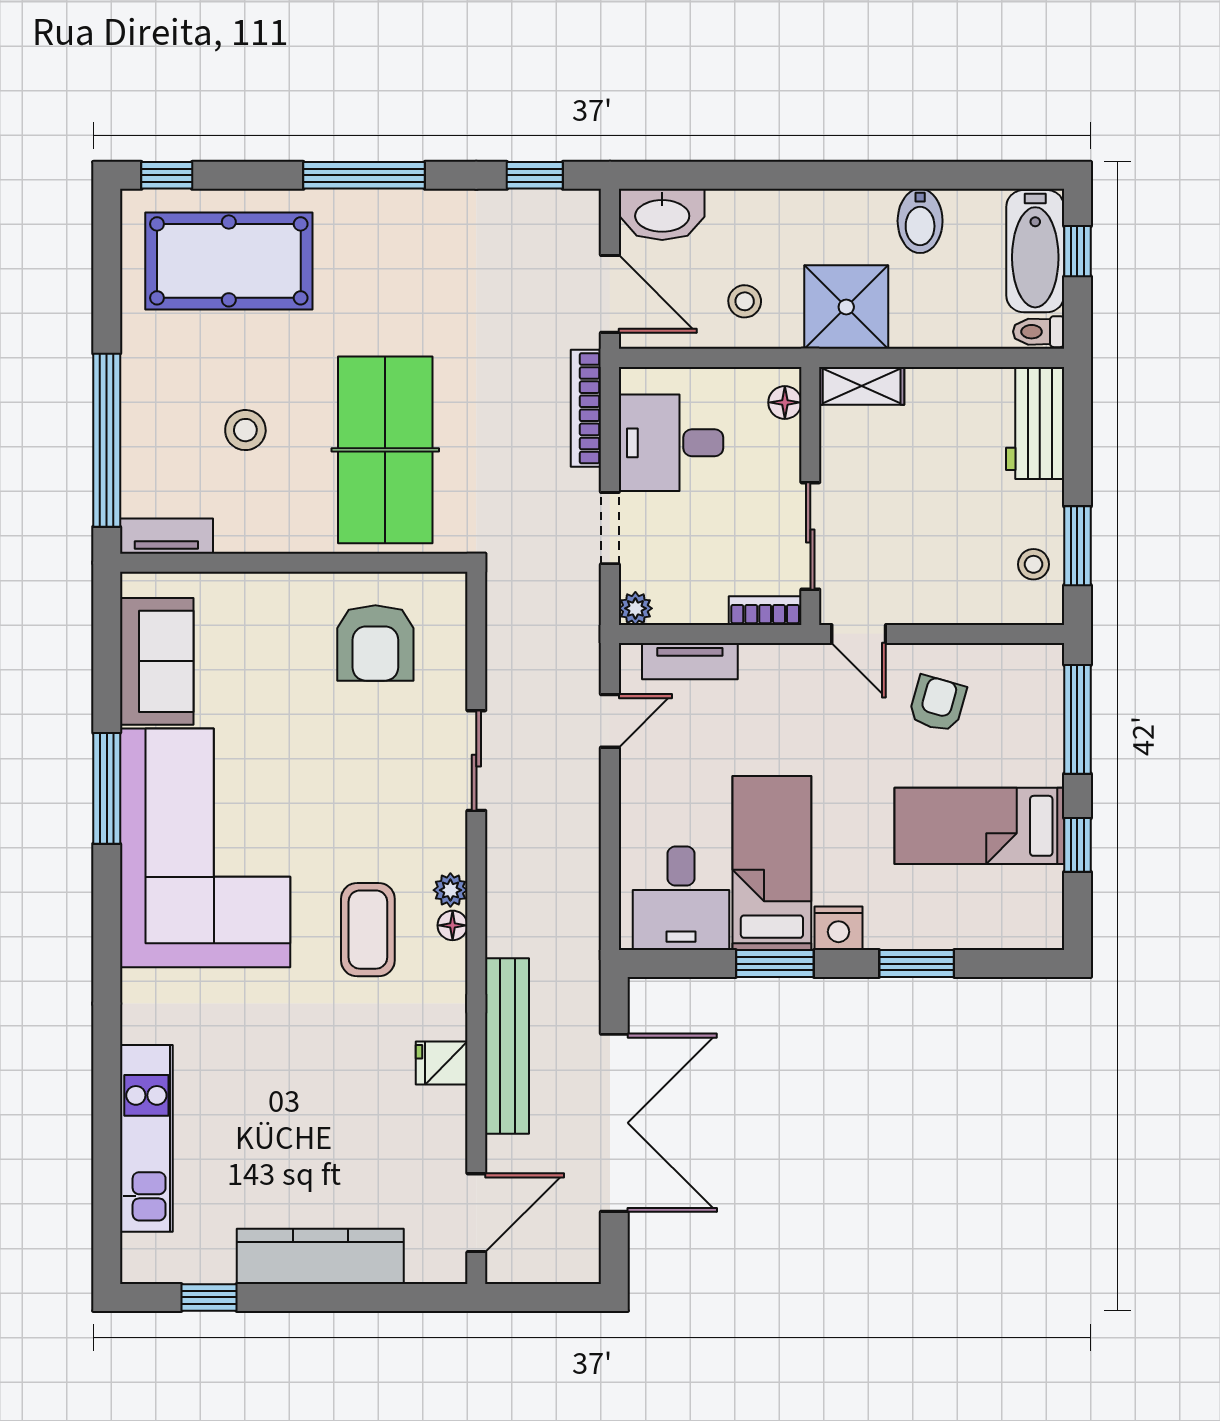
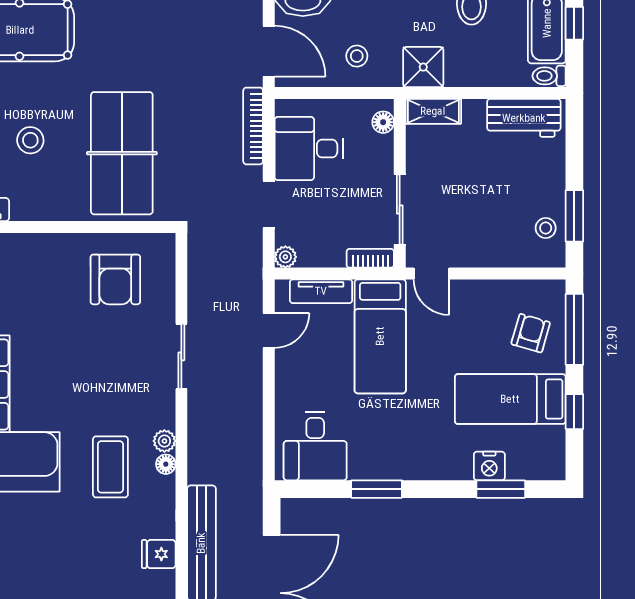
shower: (846, 307) -> (423, 67), width x0.73, depth x0.73
workbench: (1035, 423) -> (524, 118), moved, turned -90
armchair: (937, 704) -> (531, 333), moved
bed: (772, 863) -> (380, 336), moved, turned 180
nightstand: (839, 928) -> (489, 466), moved
window: (917, 964) -> (501, 489), moved

